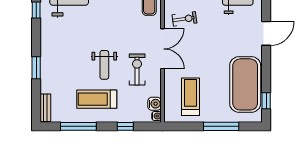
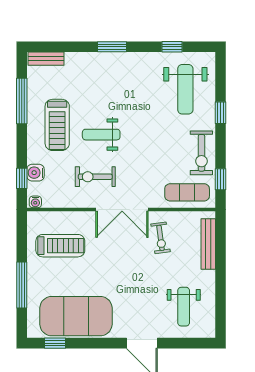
window: (36, 68) -> (112, 47), moved
exercise bike: (137, 70) -> (95, 177), turned 180
treadmill: (97, 99) -> (57, 125), turned 180
water cooler: (155, 104) -> (35, 173), moved, turned 90
window: (125, 126) -> (22, 178), moved

